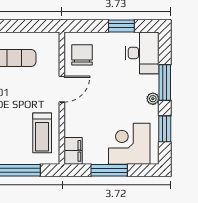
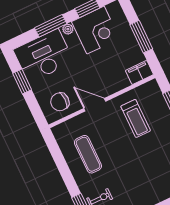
desk: (142, 53) -> (44, 56), width x1.36, depth x1.30
treadmill: (42, 133) -> (136, 118), moved, turned 90
corner desk: (129, 144) -> (95, 30), moved, turned -90

